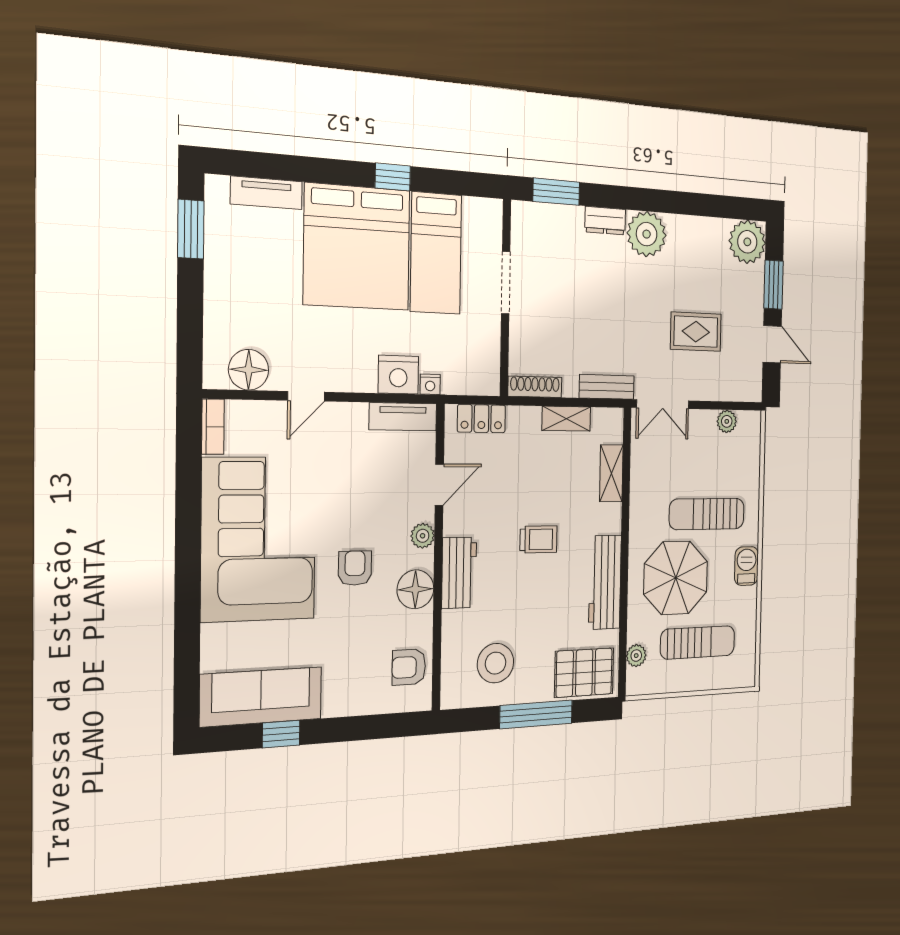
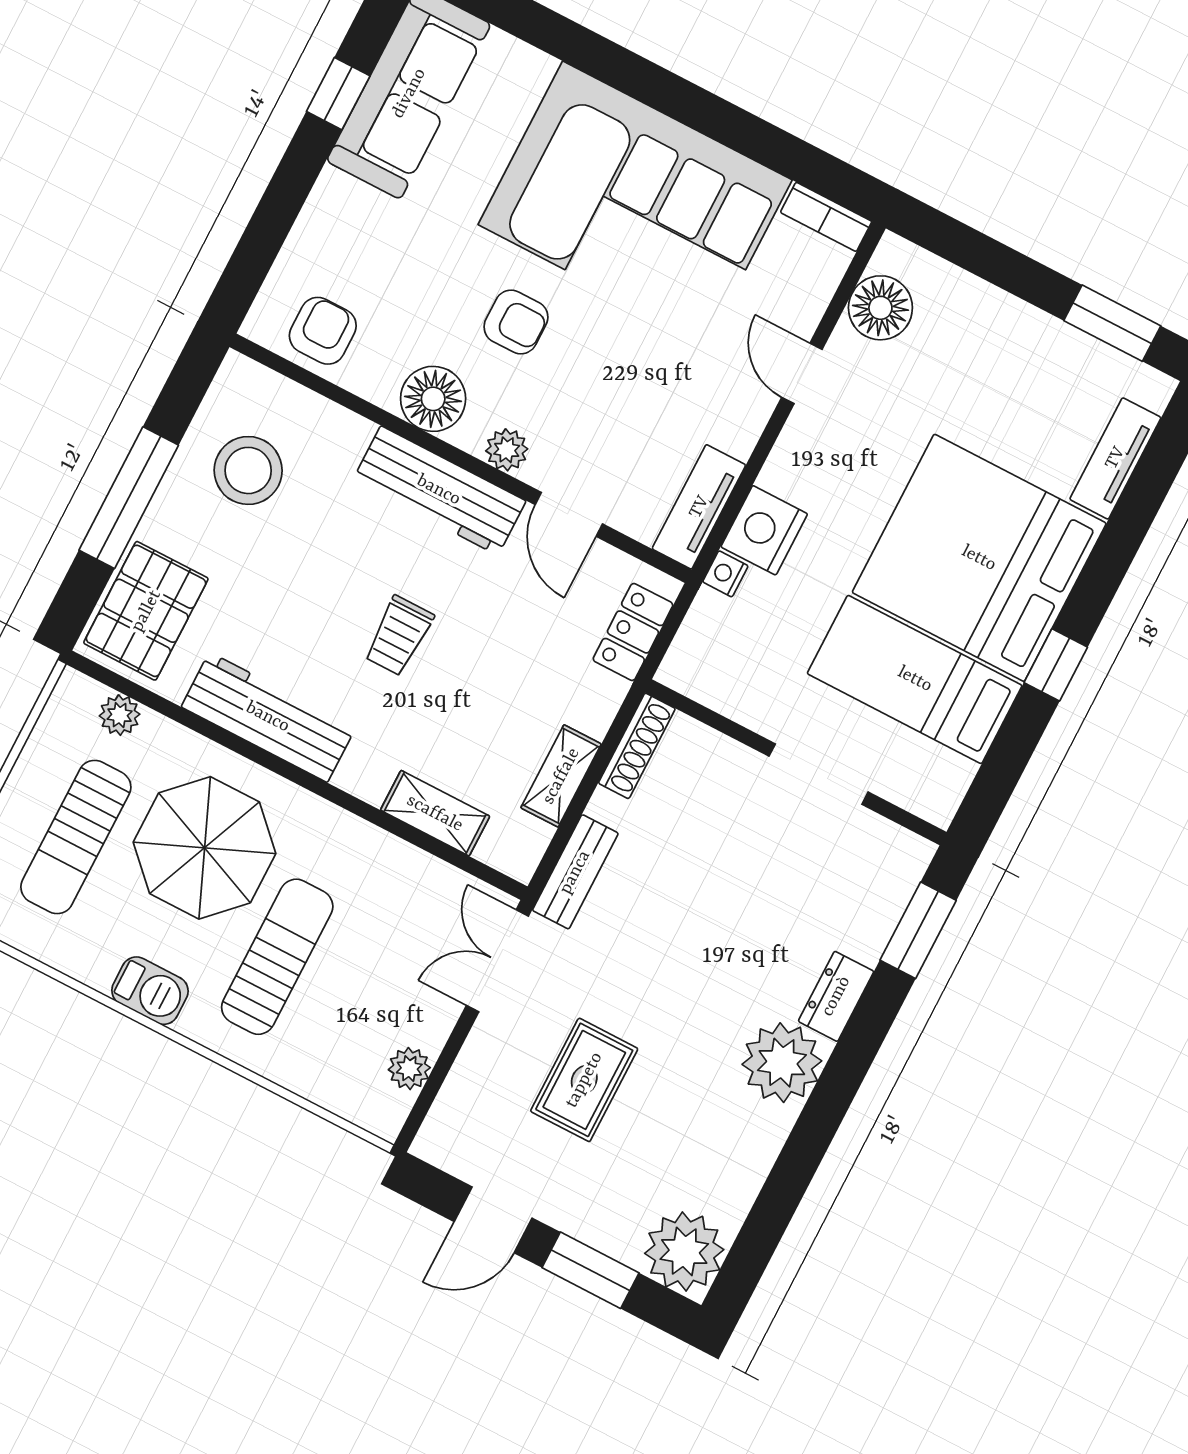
workbench: (459, 573) -> (439, 490), width x1.38

